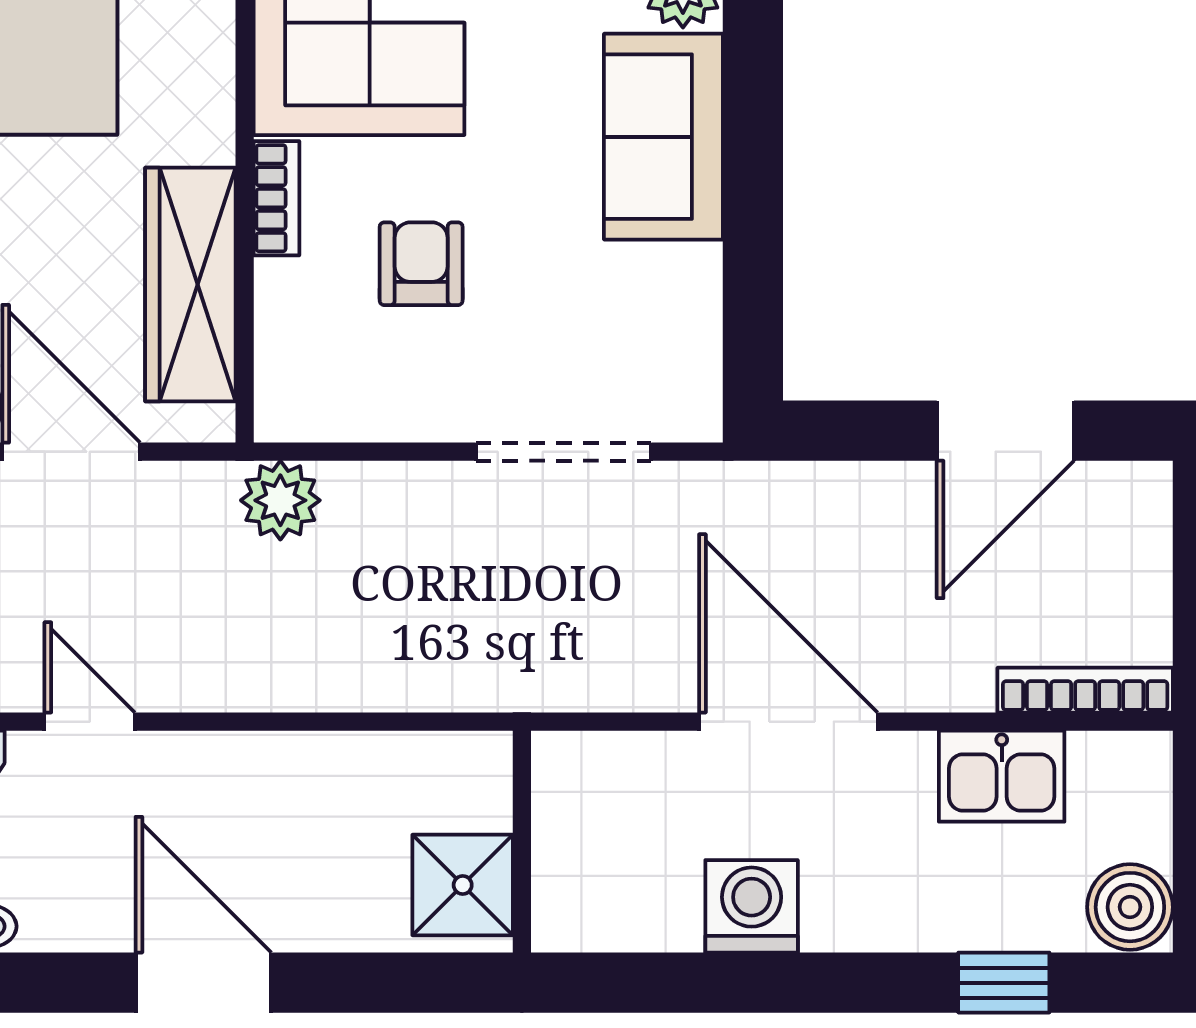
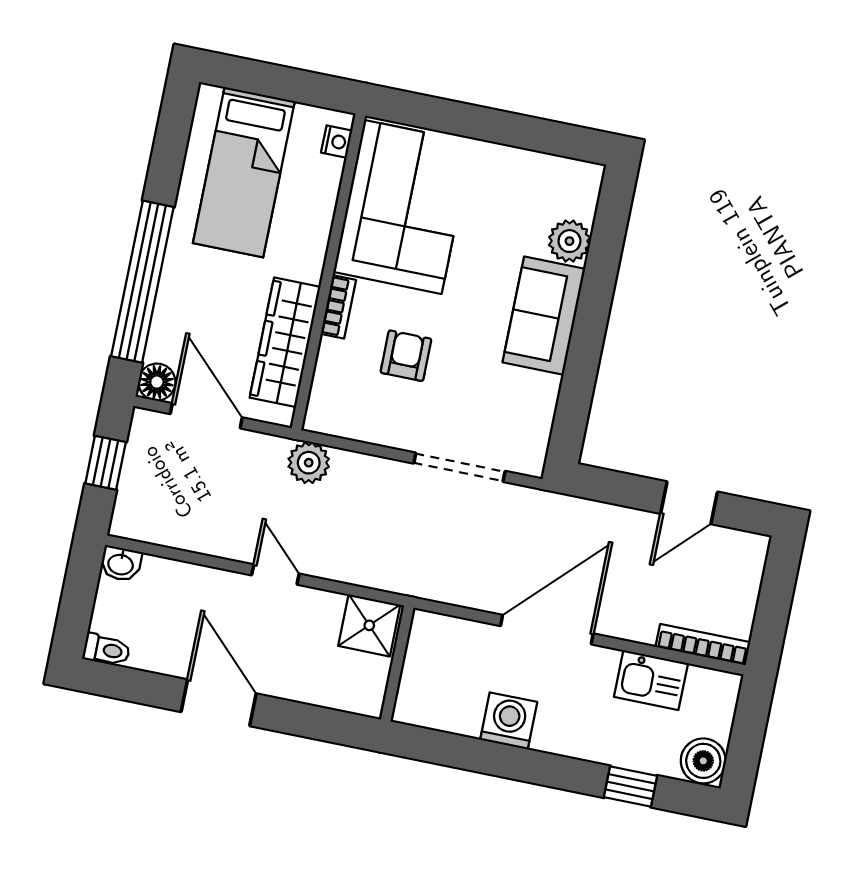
door: (1005, 431) -> (689, 503), width x0.73
door: (90, 722) -> (275, 574), moved
door: (788, 722) -> (547, 630), hinge flipped
shower: (463, 885) -> (369, 625), moved

